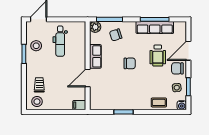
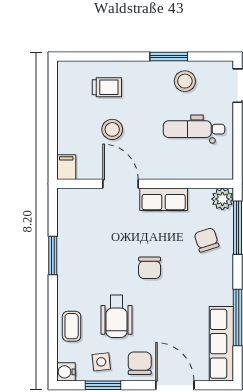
row of seats: (155, 27) -> (221, 344), moved
wheelchair: (158, 55) -> (117, 316), moved, turned -90
stool: (37, 102) -> (112, 129), moved

